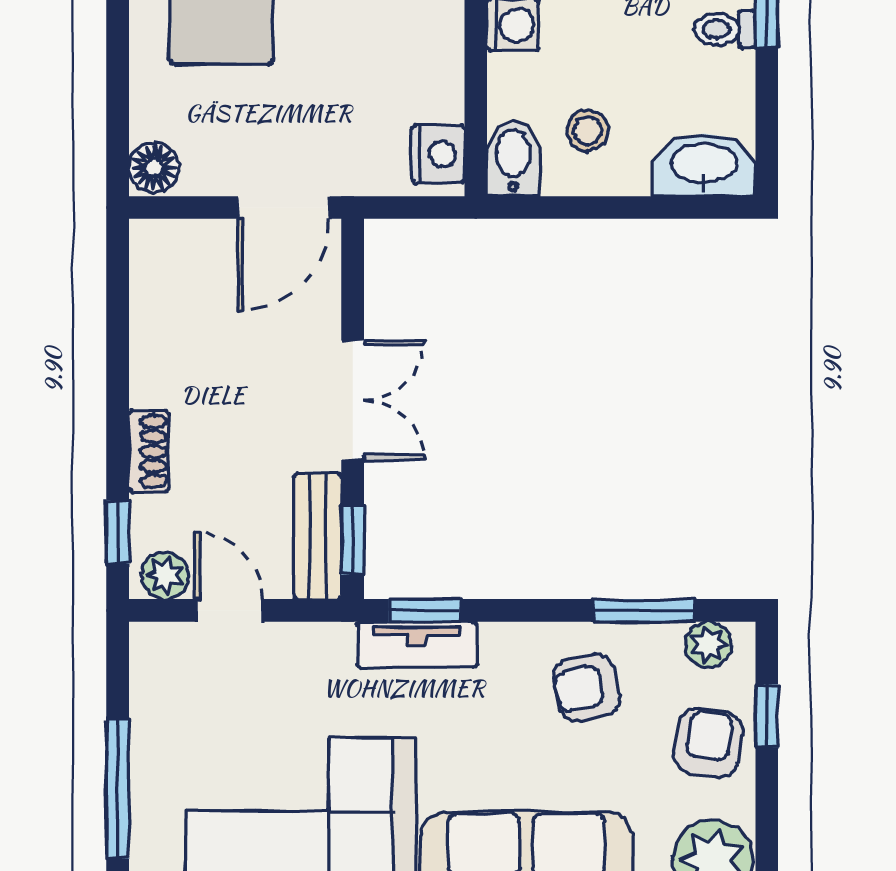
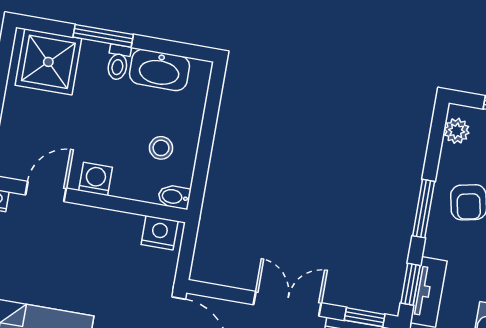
bidet: (513, 159) -> (174, 197), width x0.72, depth x0.74
washbasin: (704, 165) -> (159, 70), moved, turned -90
window: (644, 610) -> (424, 209), moved

